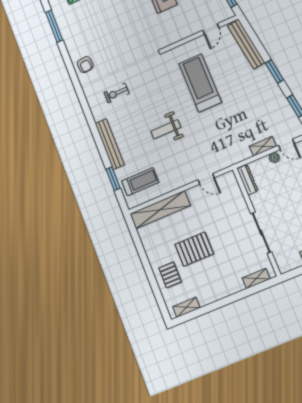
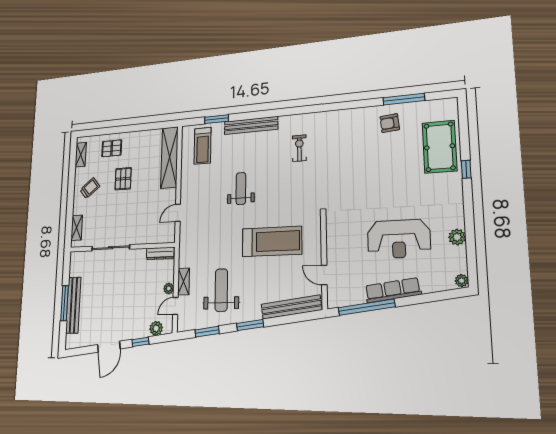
armchair: (85, 65) -> (390, 123), moved
weight bench: (256, 109) -> (221, 290), added
pallet: (194, 249) -> (123, 179), width x0.67, depth x0.71
trolley: (215, 282) -> (90, 188), added

